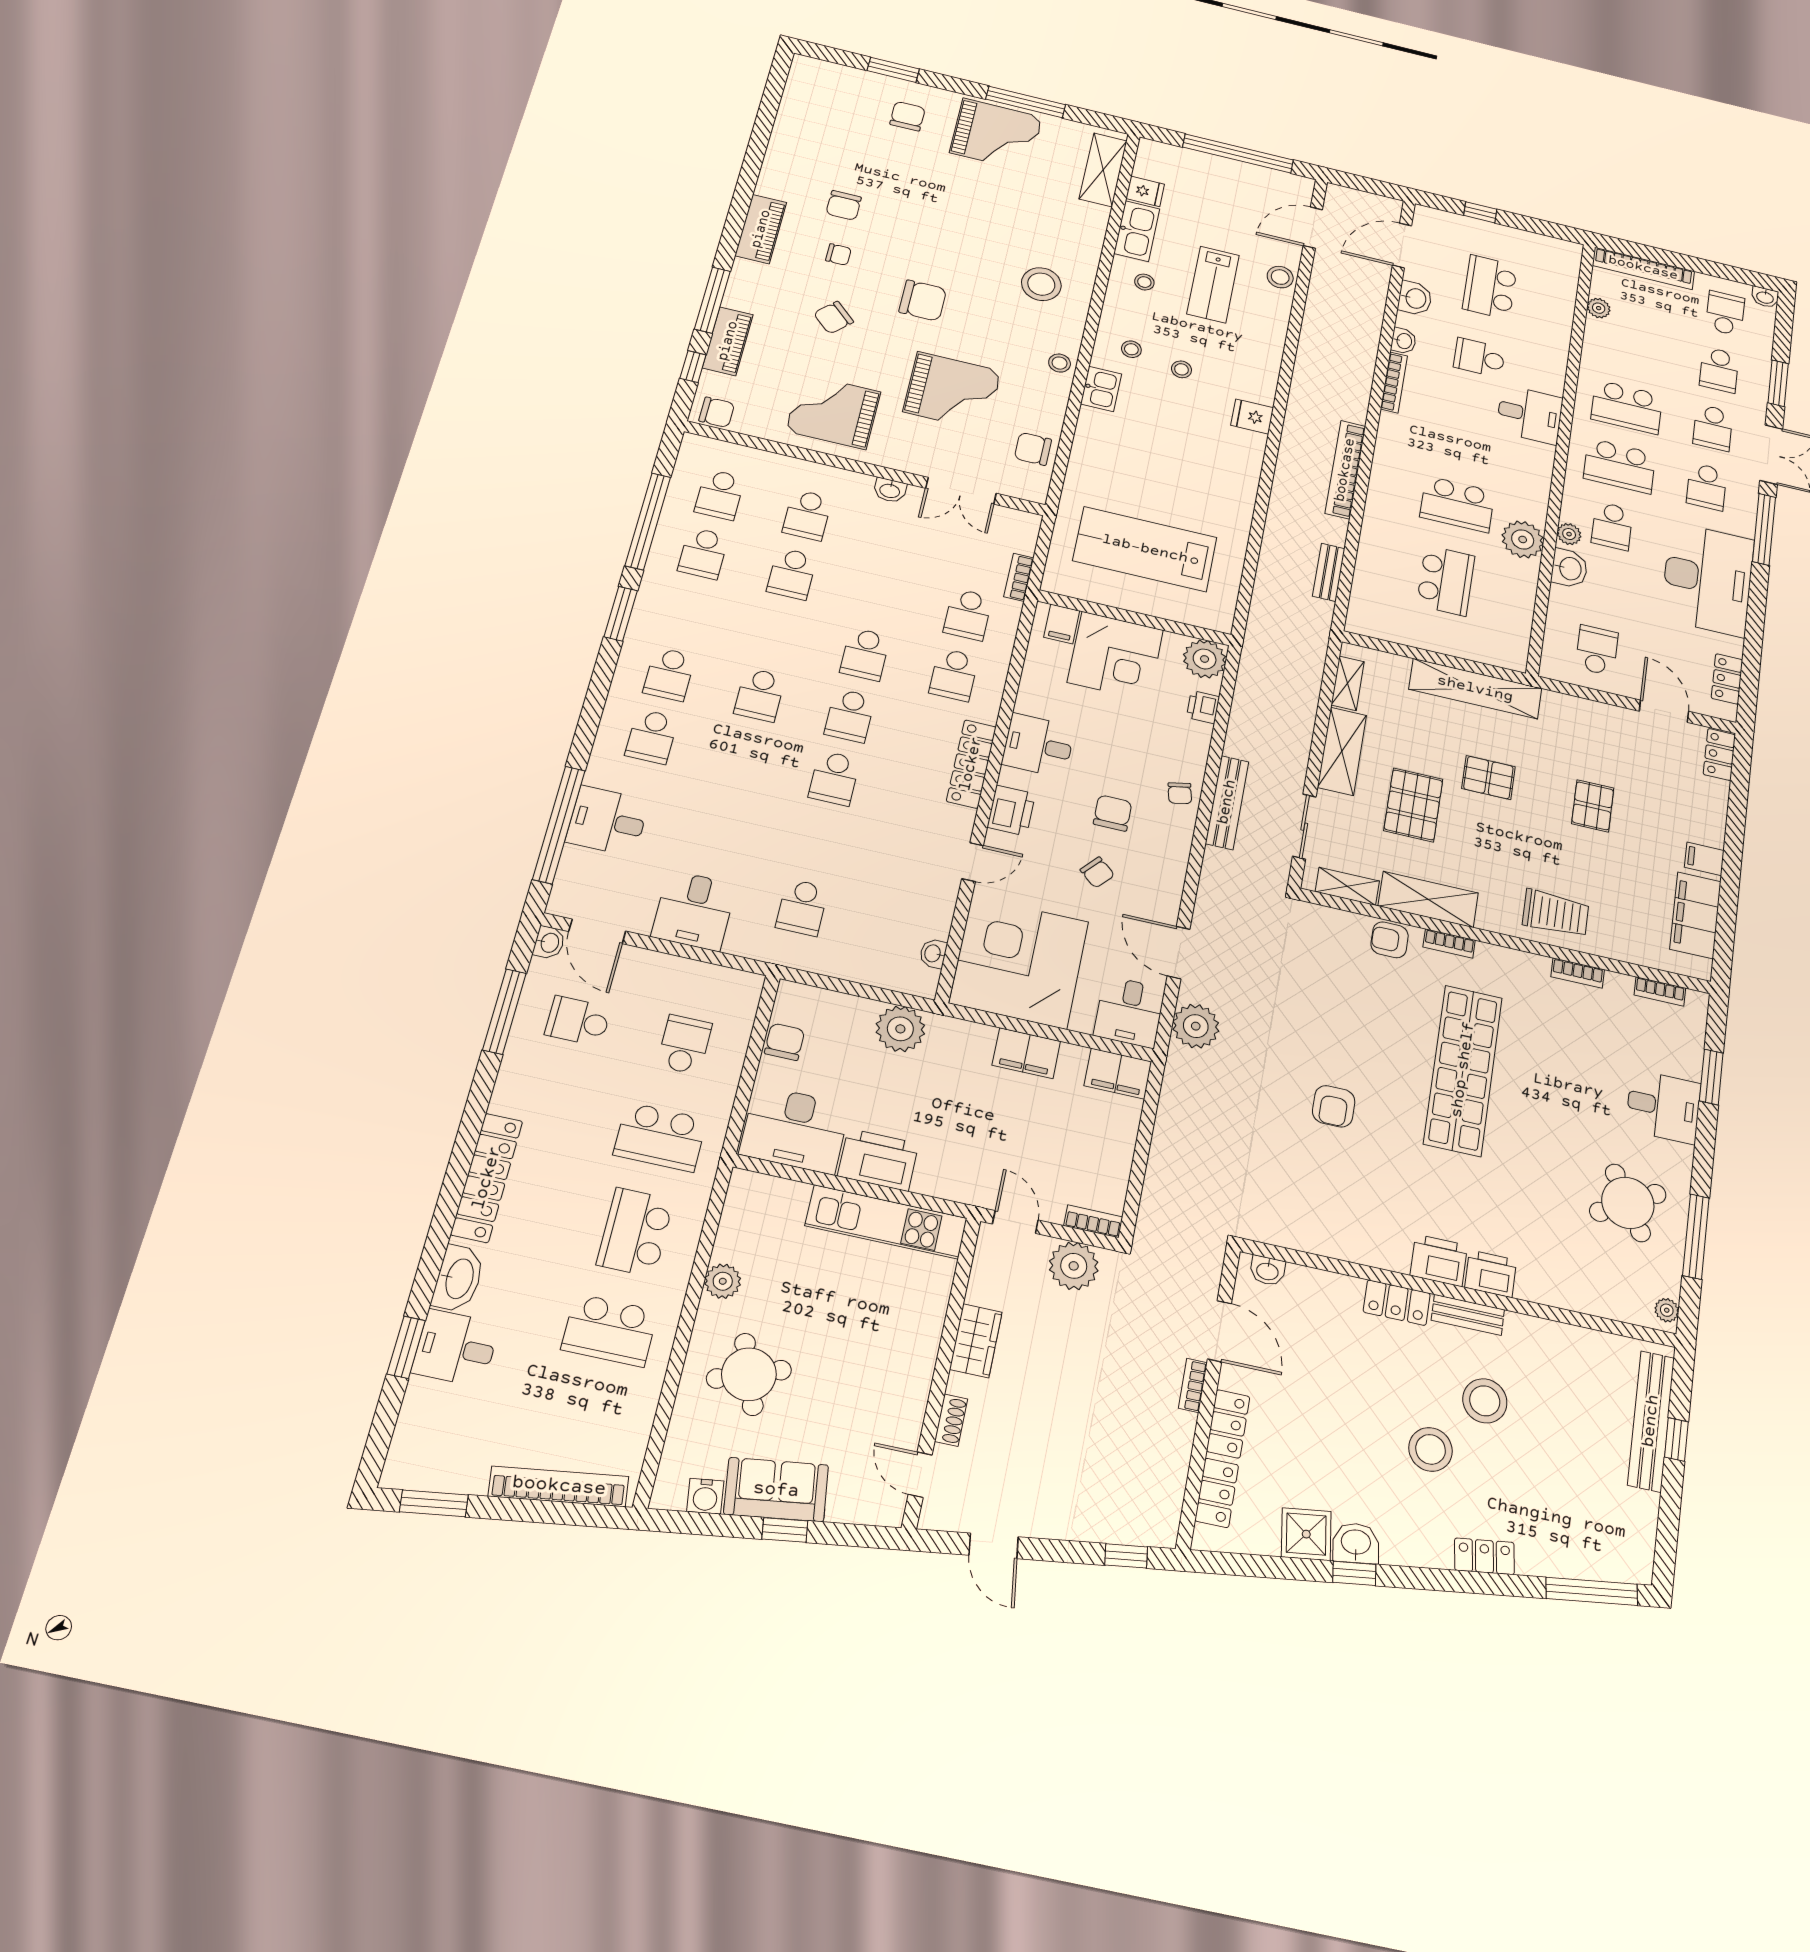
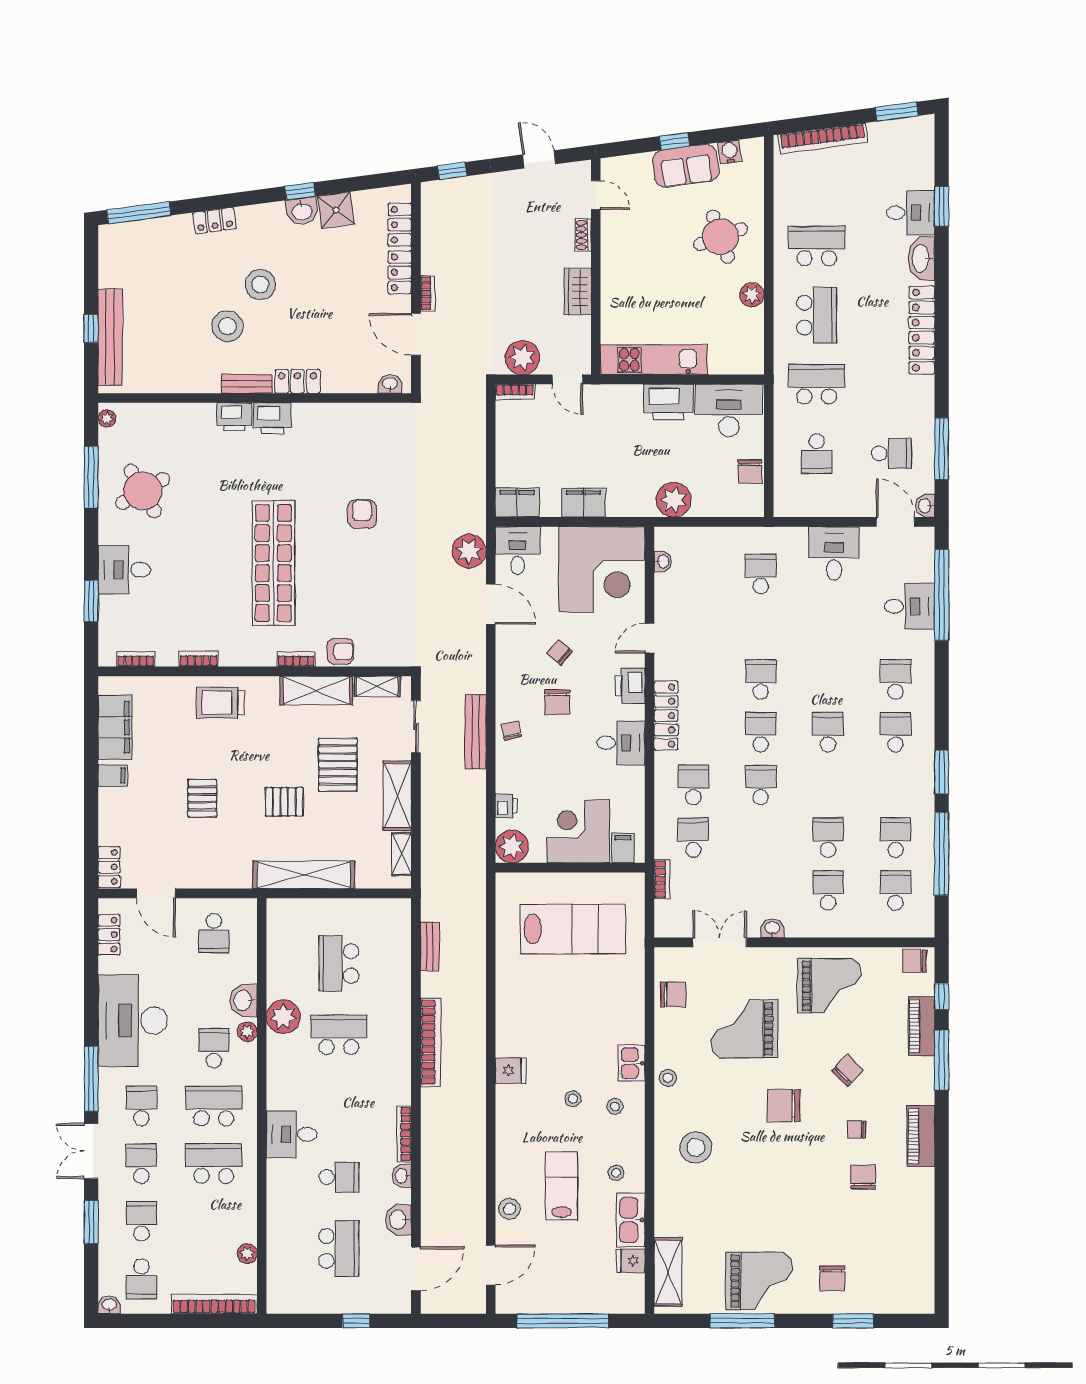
grand piano: (996, 135) -> (759, 1281), turned 180

